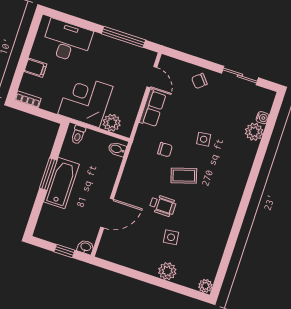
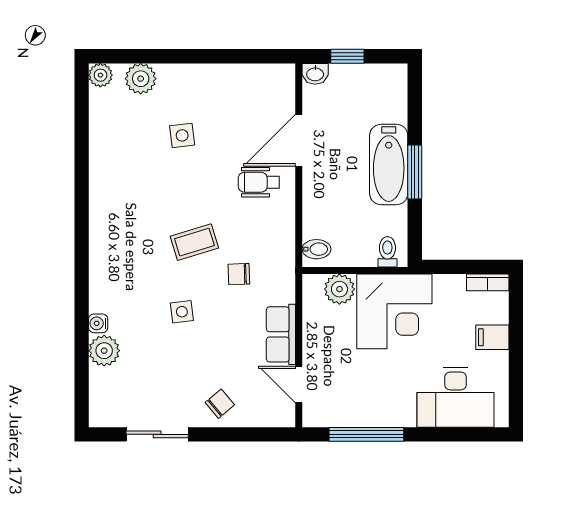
water cooler: (262, 118) -> (98, 323), moved
wheelchair: (163, 205) -> (259, 182), moved
plant: (167, 271) -> (141, 79), moved

